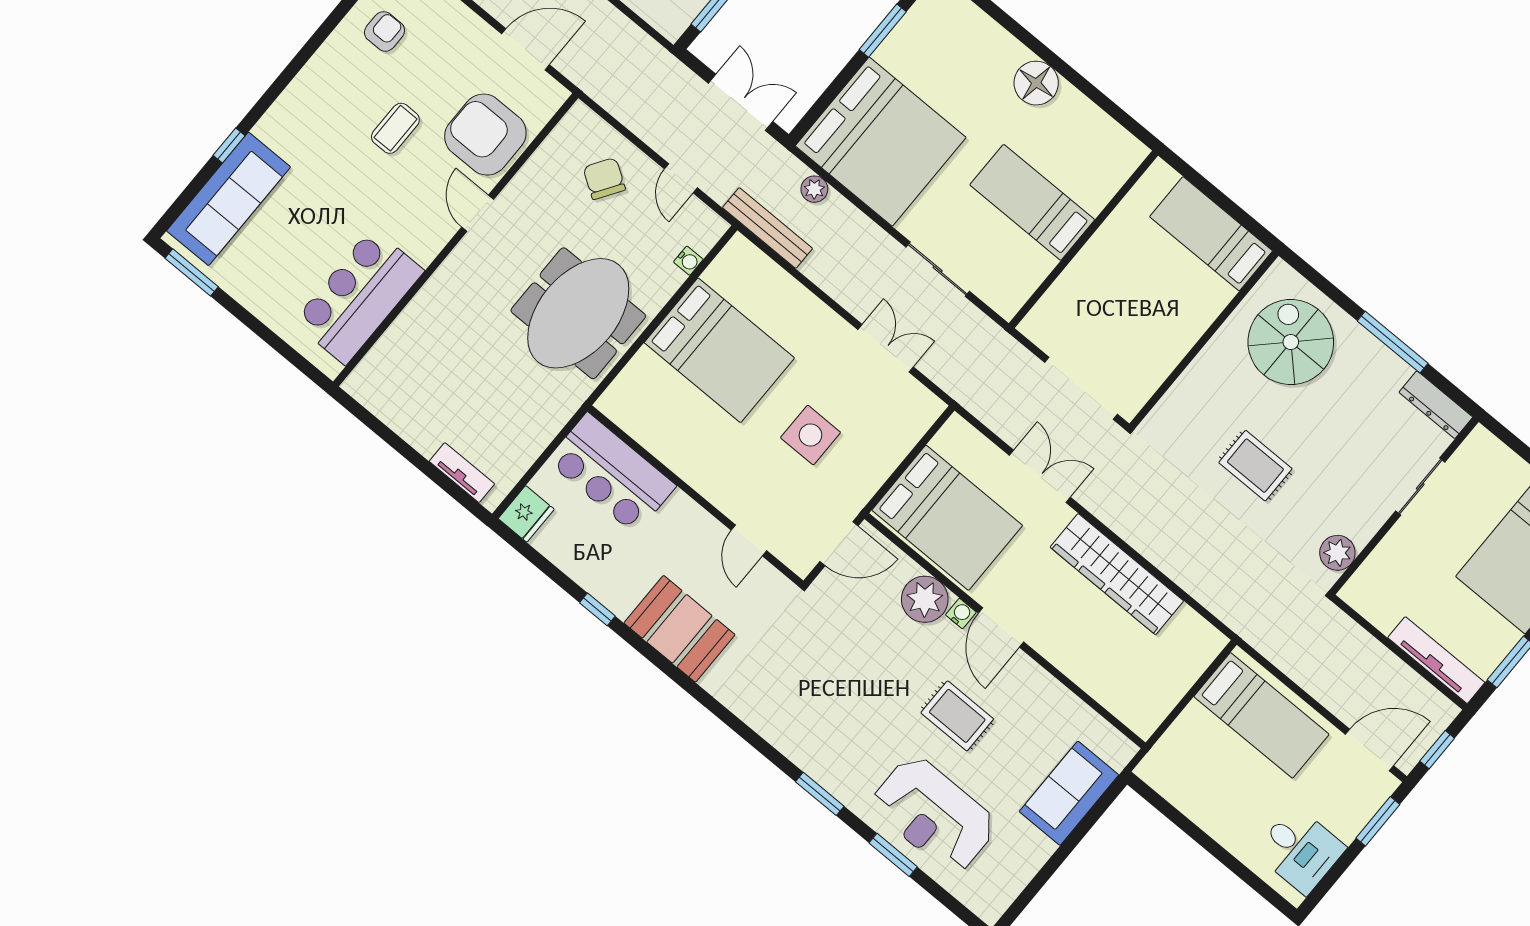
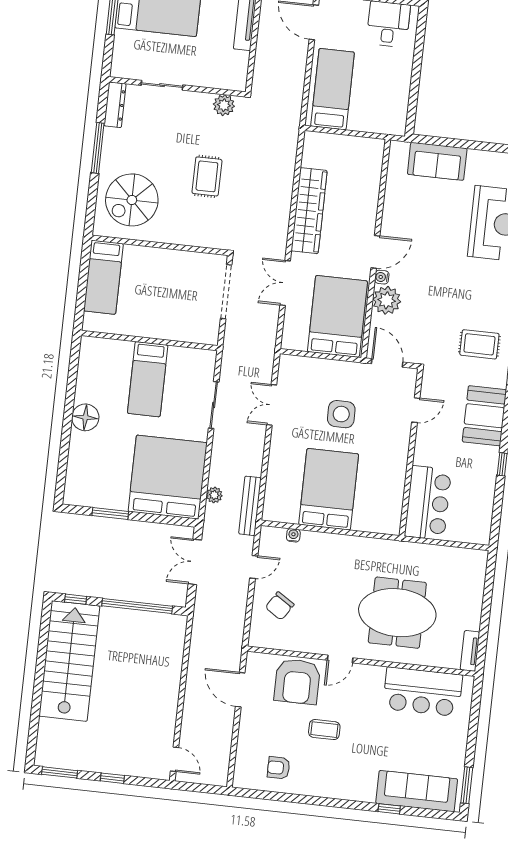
meeting table: (578, 313) -> (397, 613), moved
tv unit: (462, 473) -> (470, 651), moved
fridge: (526, 514) -> (477, 533), removed
rug: (957, 716) -> (479, 344), moved, turned 90

